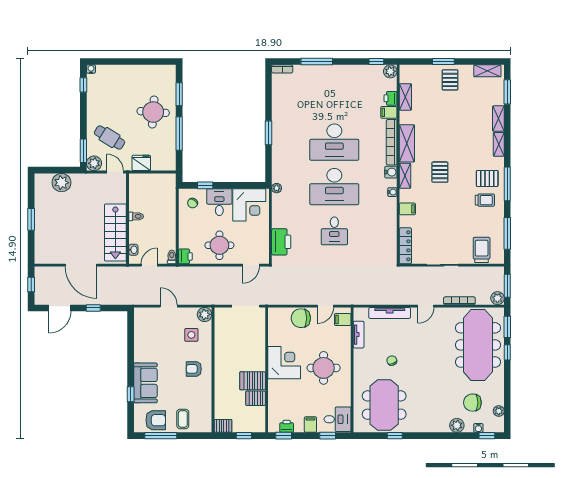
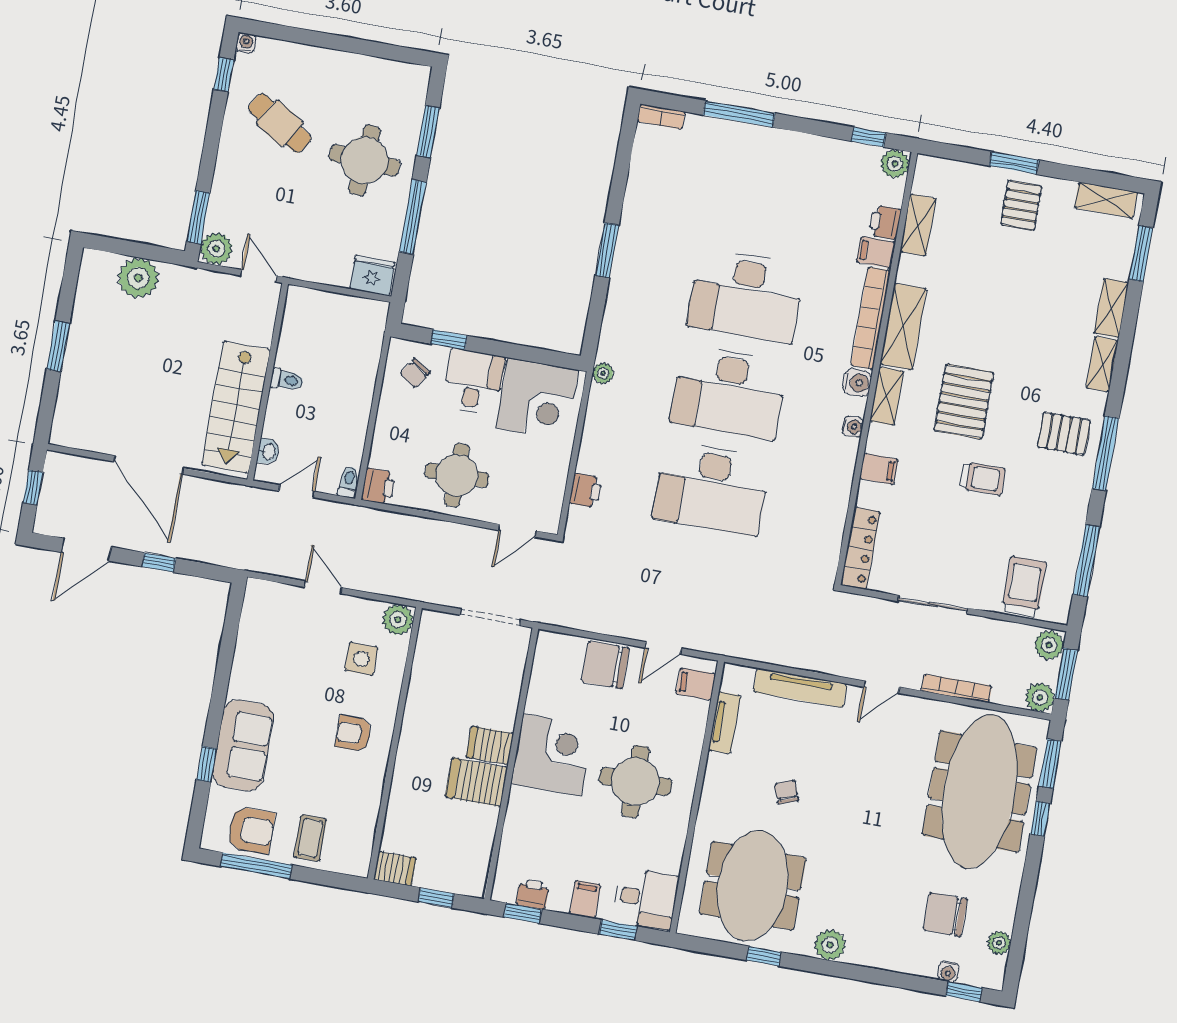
cafe table: (110, 138) -> (280, 123), moved
fridge: (141, 163) -> (372, 276), moved
pallet: (440, 172) -> (964, 402), width x1.50, depth x1.42
trolley: (485, 200) -> (983, 478), moved
desk: (334, 231) -> (712, 488), width x1.87, depth x1.30
printer: (281, 242) -> (586, 490), width x0.53, depth x0.68
plant: (497, 274) -> (1049, 645), added
server rack: (256, 398) -> (490, 745), moved
plant: (457, 425) -> (830, 945), moved

